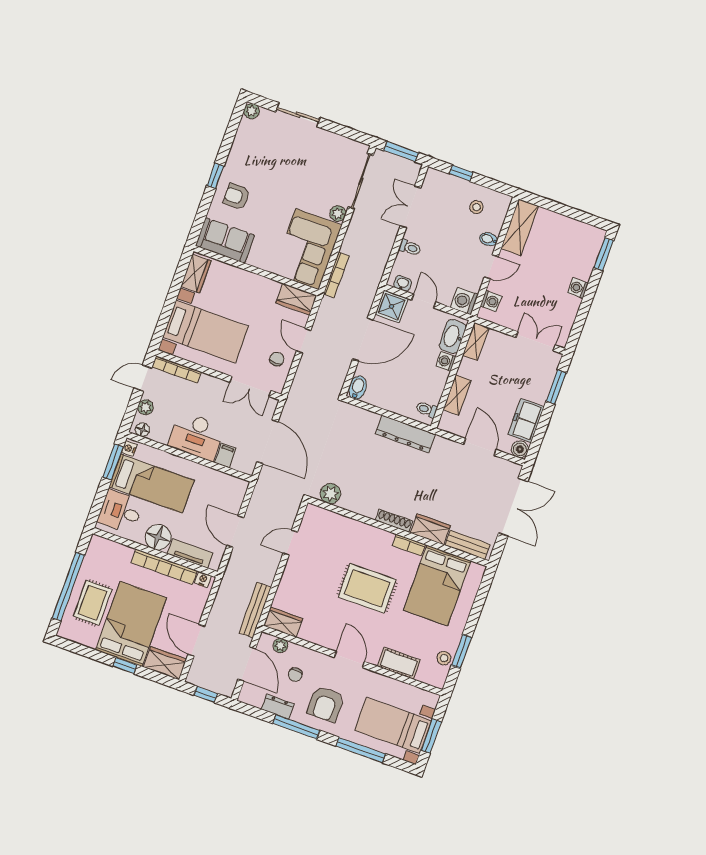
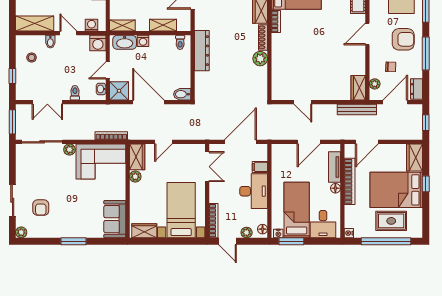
window: (215, 176) -> (74, 241), width x1.50
armchair: (237, 197) -> (41, 208), moved
plant: (271, 287) -> (135, 177), added
chair: (277, 359) -> (182, 156), removed
plant: (330, 494) -> (260, 59), moved
floor lamp: (158, 537) -> (335, 188), width x0.53, depth x0.53
nightstand: (203, 579) -> (349, 233), moved
rug: (367, 588) -> (315, 39), removed
door: (196, 640) -> (367, 142), moved
dresser: (278, 707) -> (417, 89), moved

